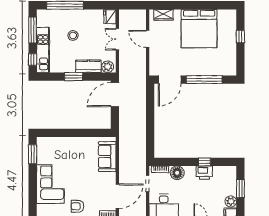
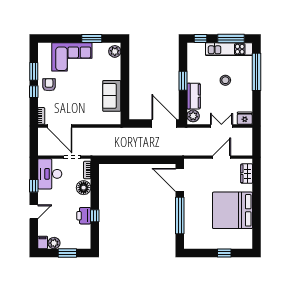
kitchen unit: (43, 50) -> (229, 49), moved
plant: (45, 143) -> (115, 51), added
window: (33, 154) -> (92, 38), moved
sofa: (107, 157) -> (112, 96), moved, turned -90

